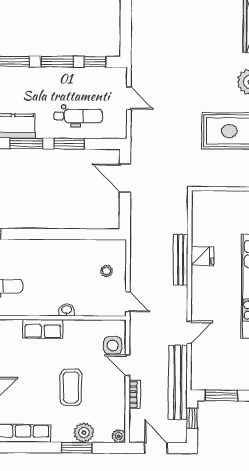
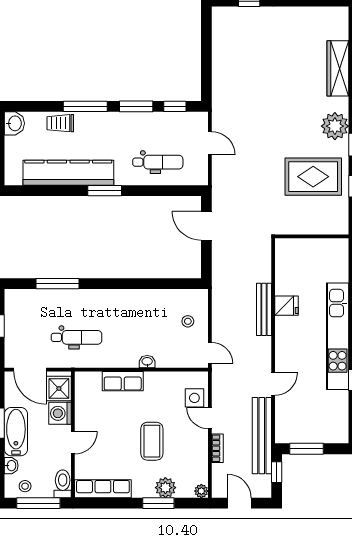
window: (69, 144) -> (149, 191), removed

